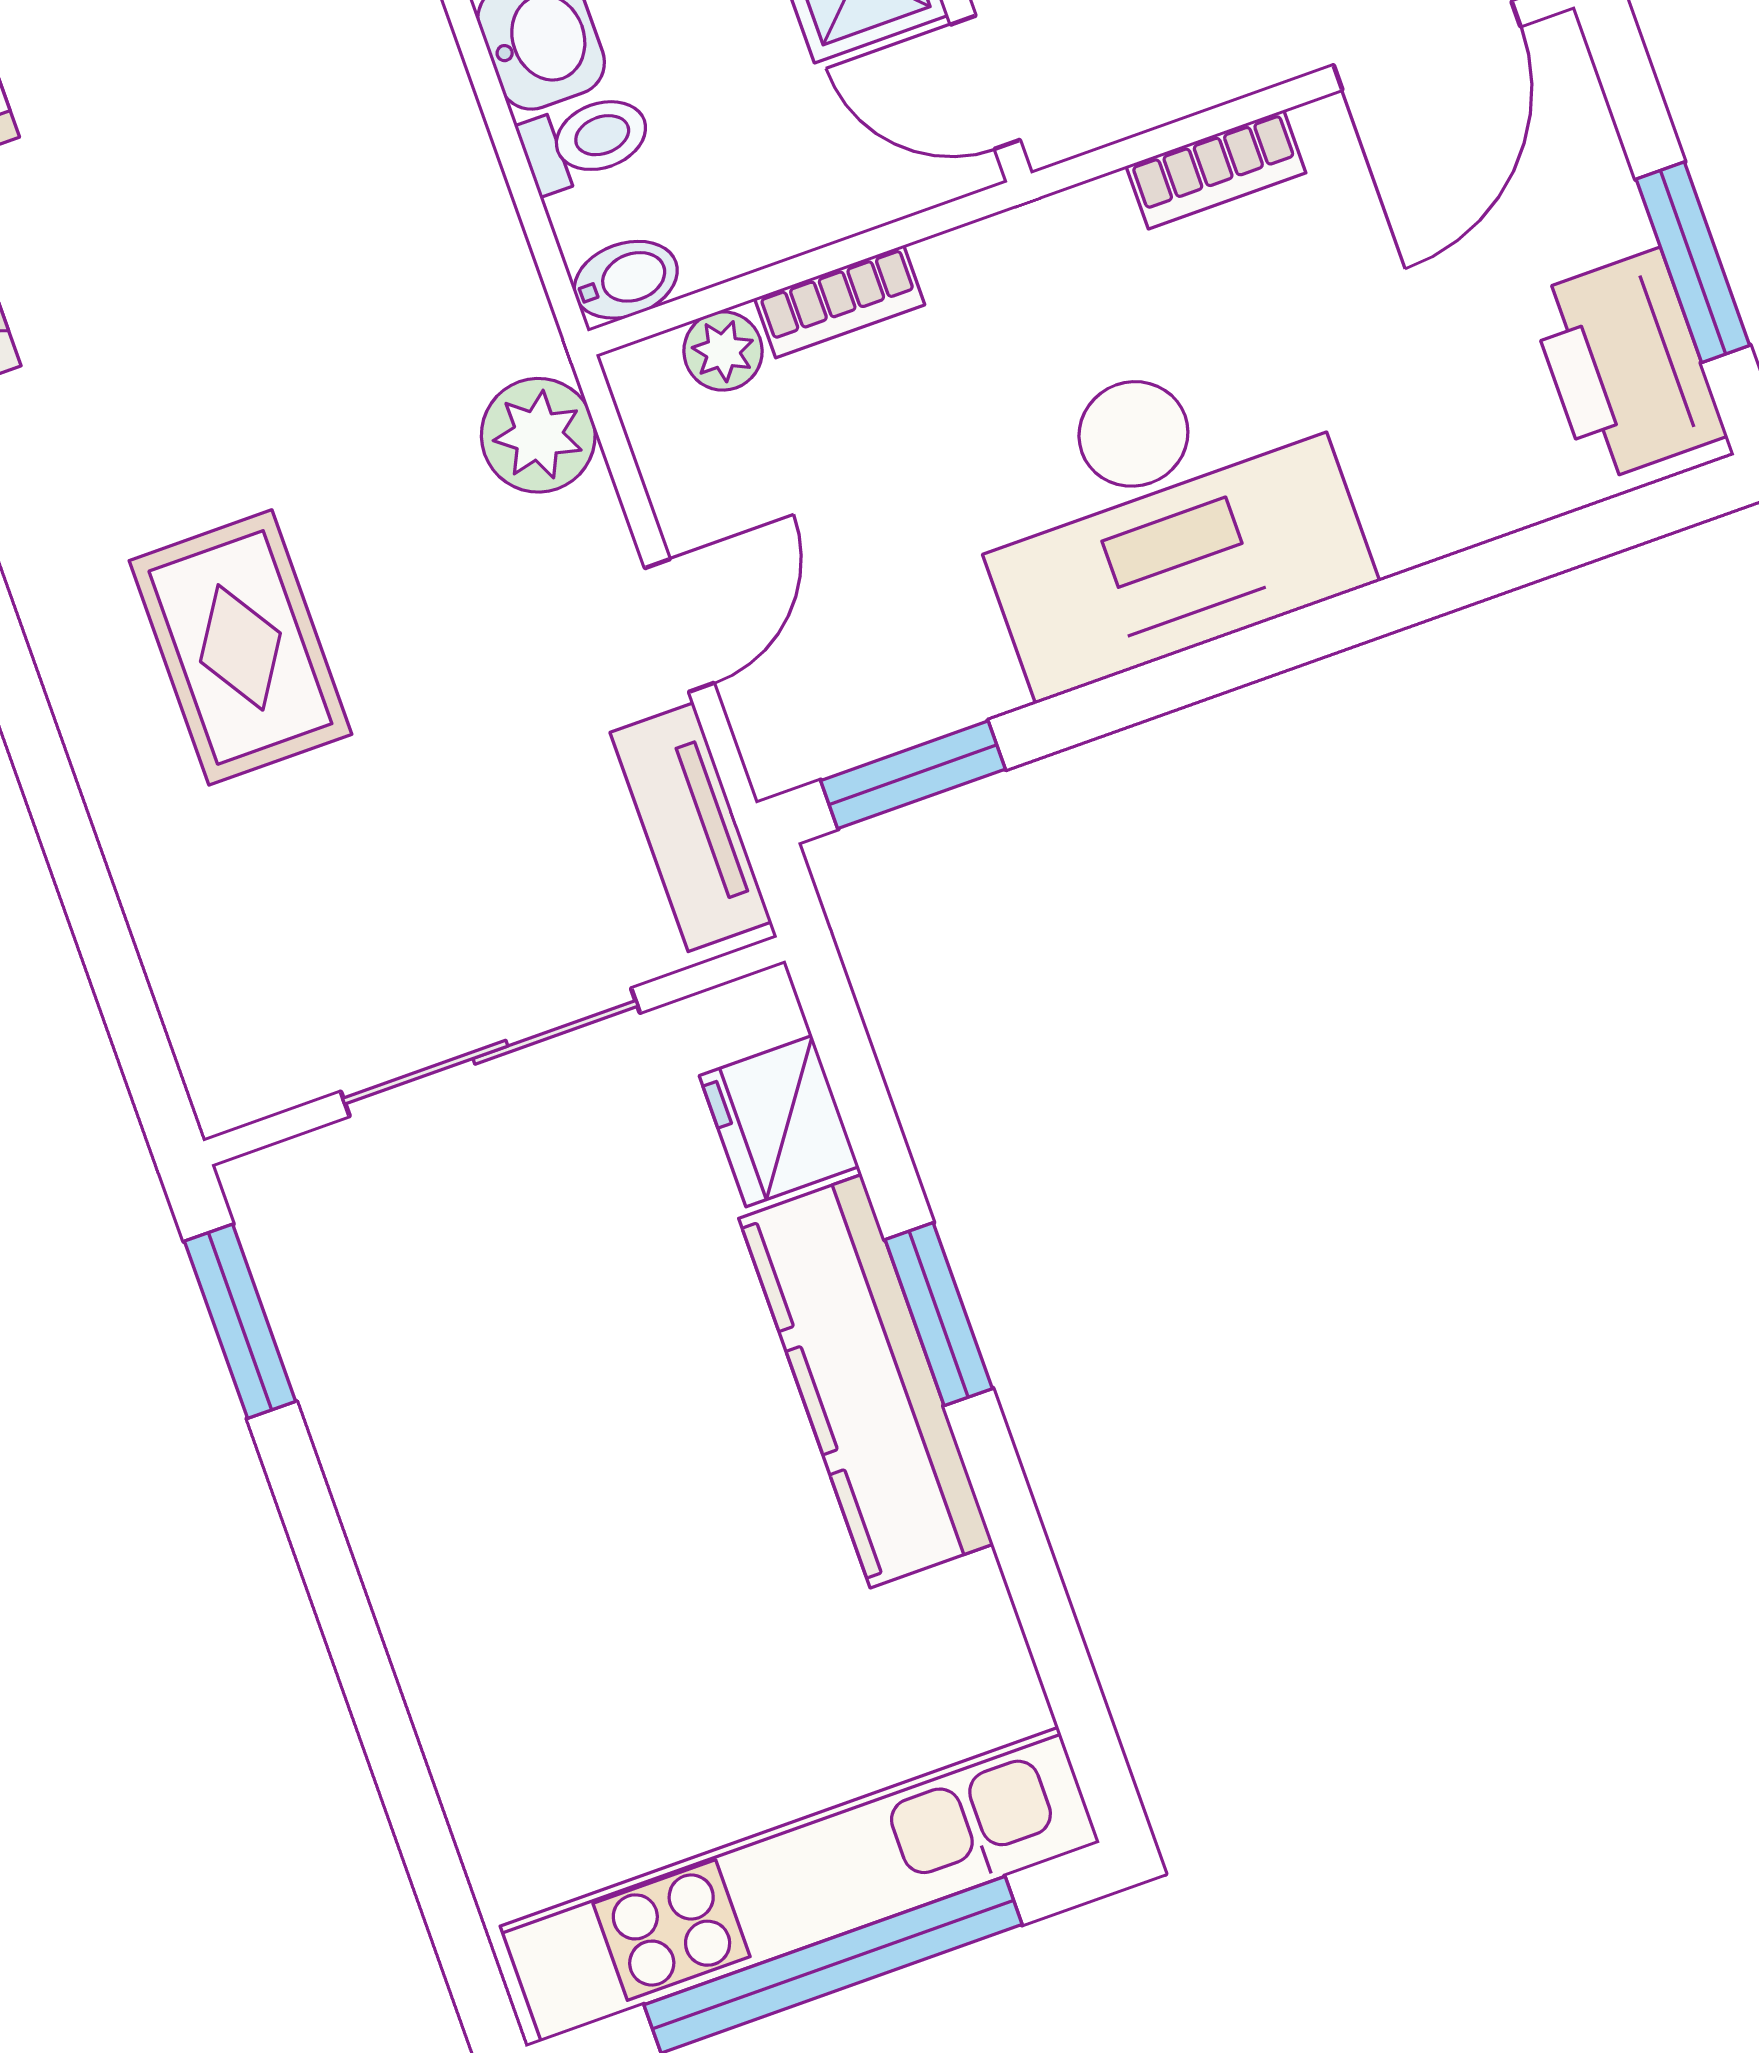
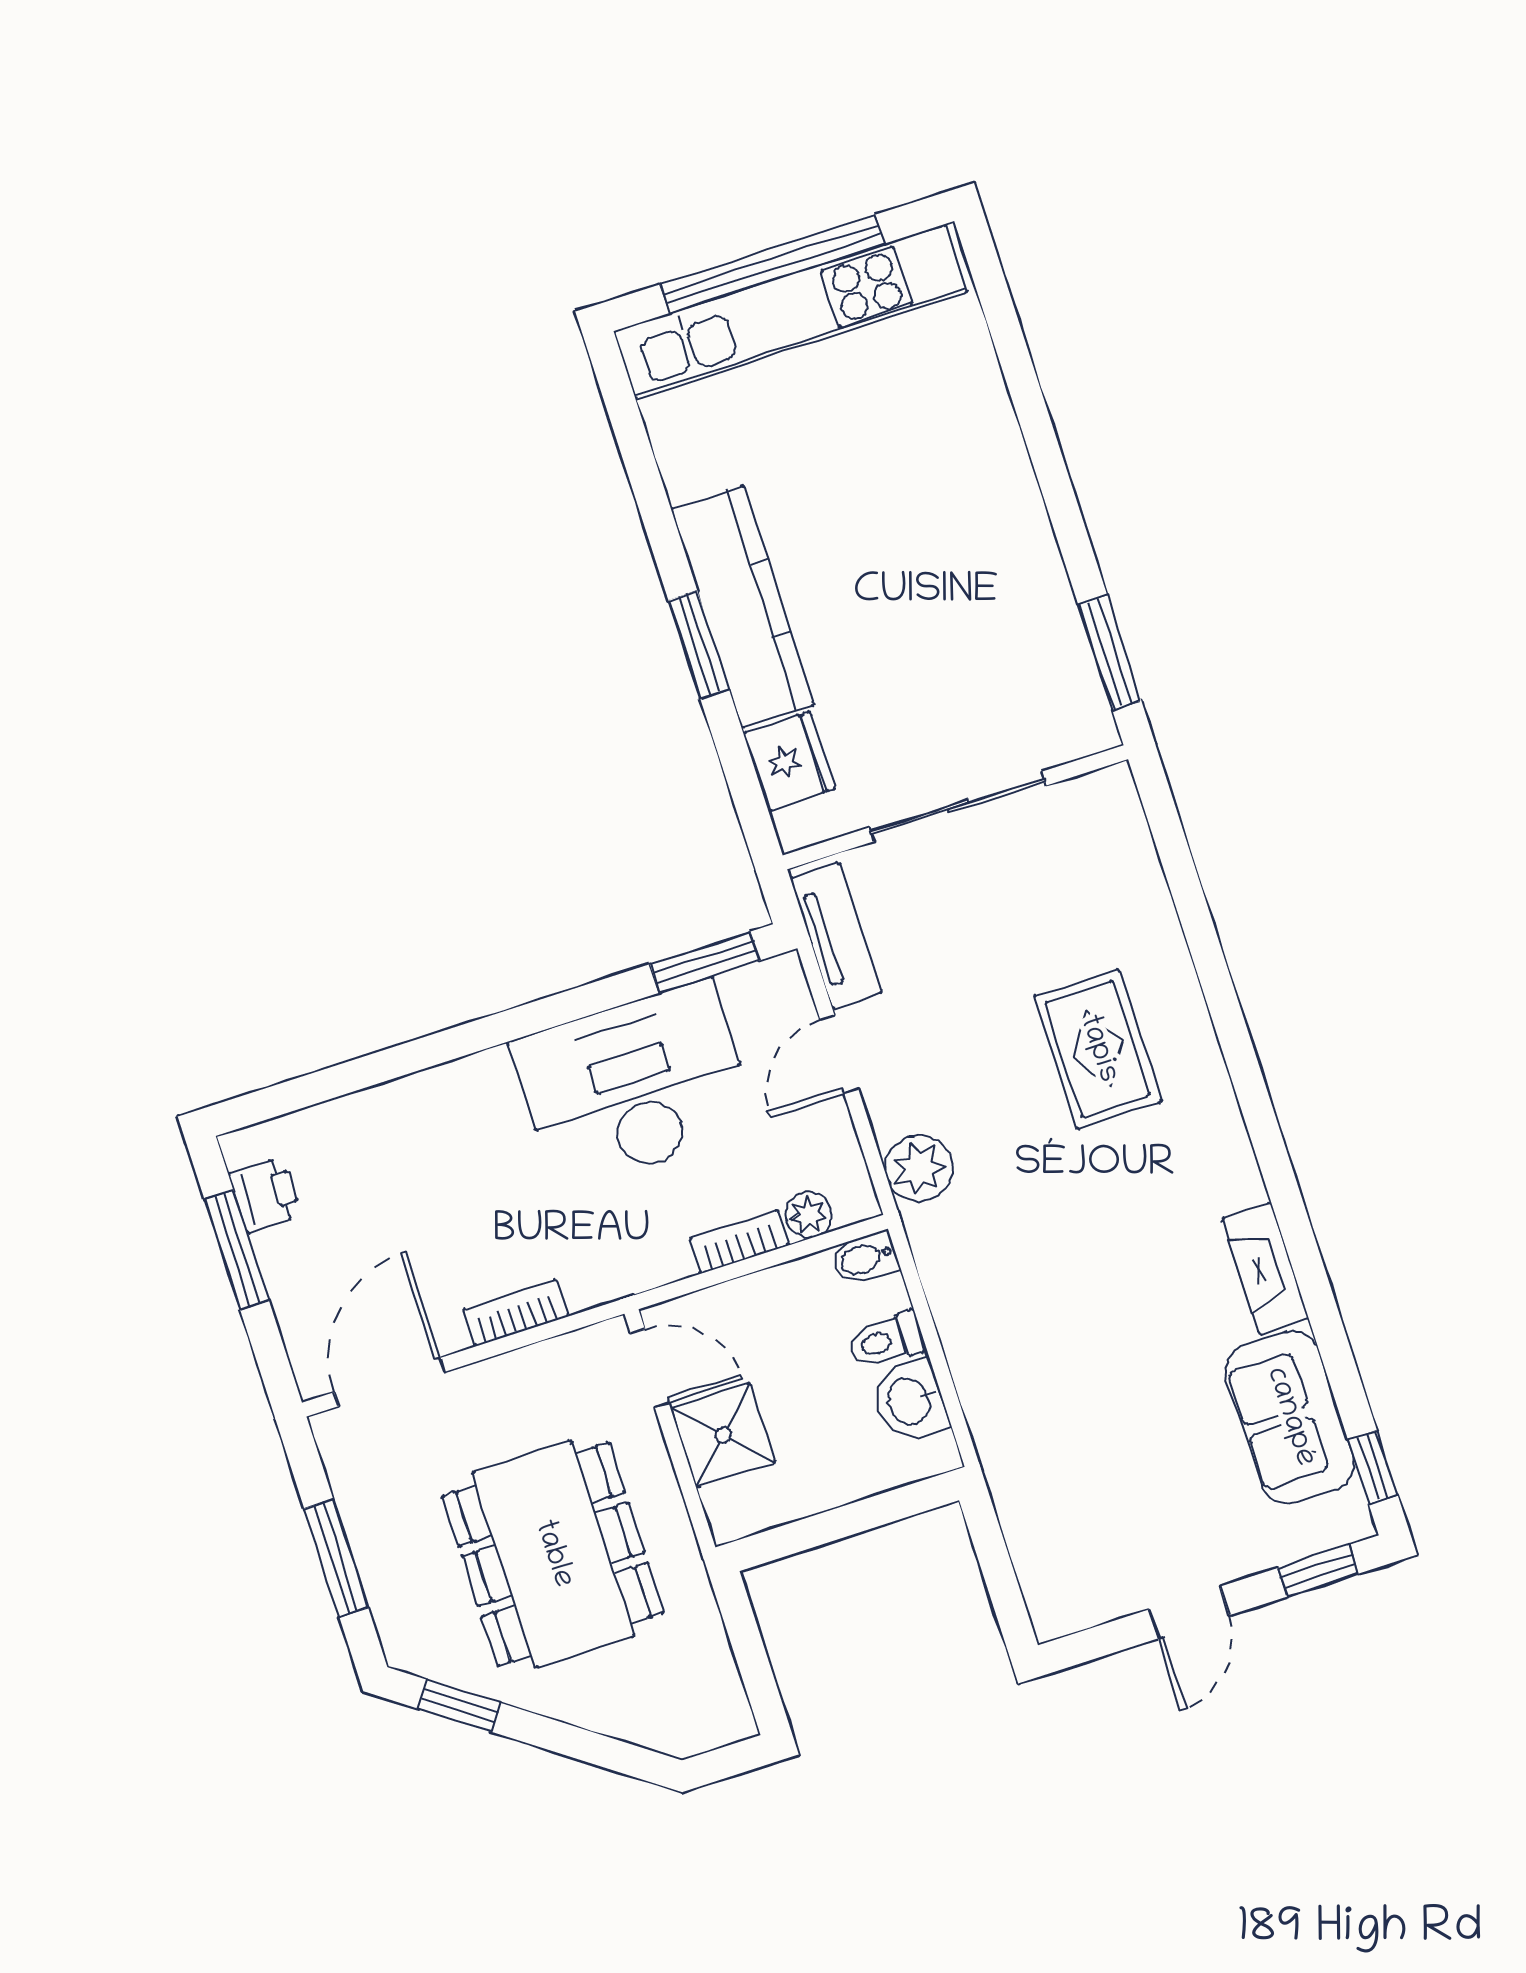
printer: (1626, 366) -> (265, 1195), width x0.53, depth x0.68
desk: (1162, 514) -> (634, 1085), moved

